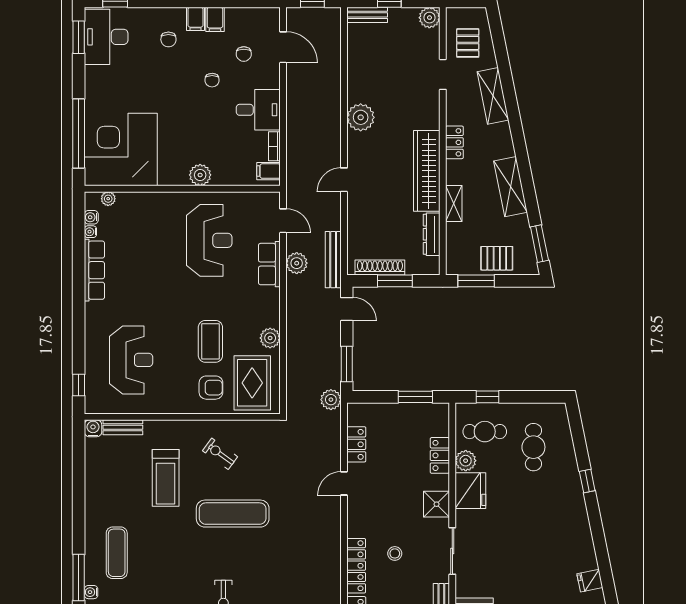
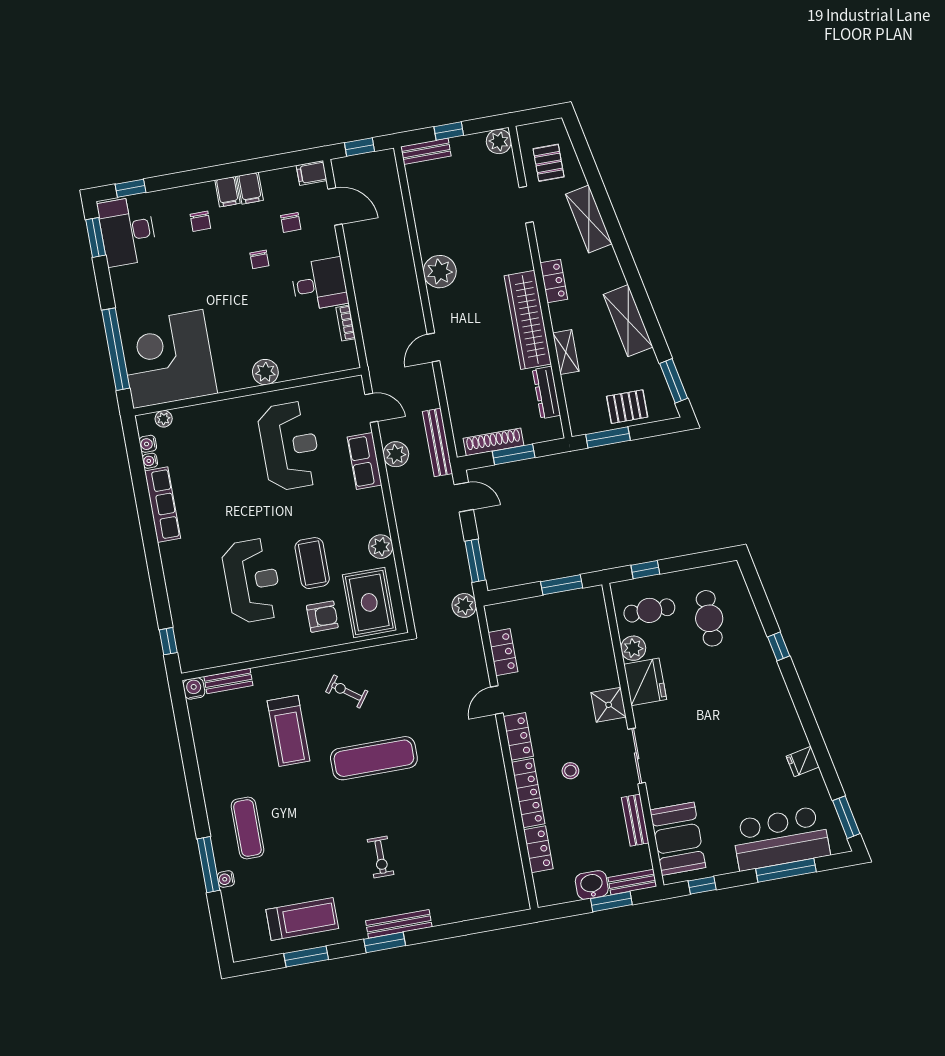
filing cabinet: (269, 171) -> (312, 173), moved
reception desk: (131, 360) -> (252, 581), moved
locker: (440, 455) -> (518, 736), moved, turned 180

